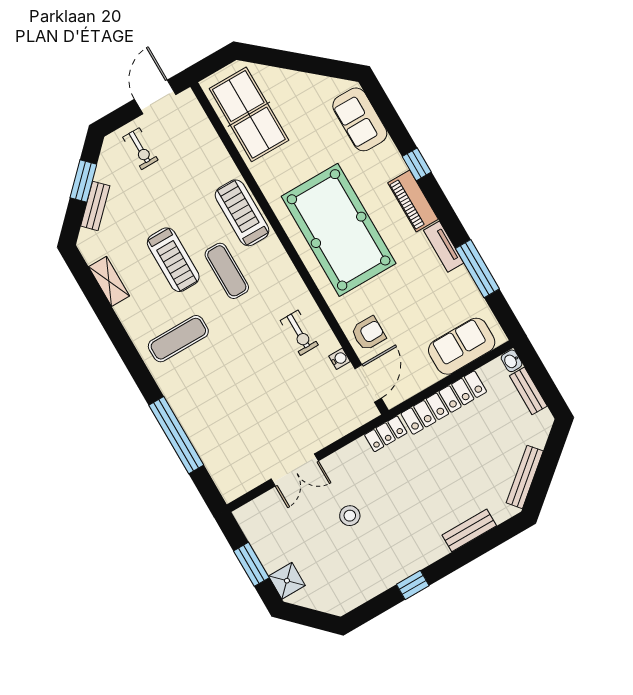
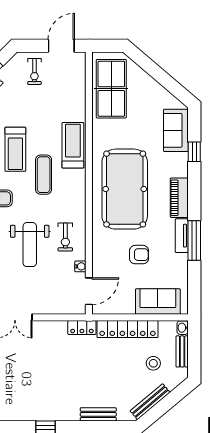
window: (417, 164) -> (194, 152), moved
window: (477, 269) -> (194, 240), moved
armchair: (368, 333) -> (139, 255), moved
weight bench: (260, 368) -> (30, 245), added
stool: (350, 516) -> (153, 363), moved

